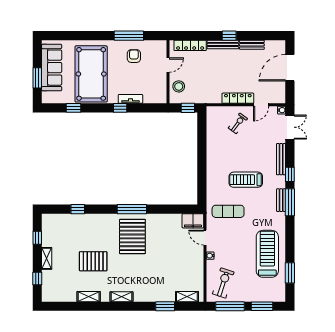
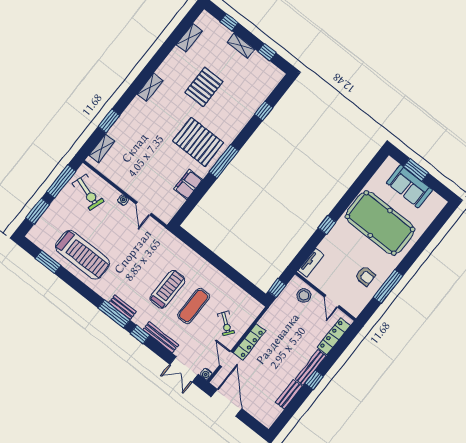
sofa: (52, 68) -> (409, 186), width x0.73
door: (290, 68) -> (226, 403), moved
tv unit: (130, 99) -> (311, 263), moved
window: (73, 108) -> (361, 181), removed
exercise mat: (228, 211) -> (194, 306), moved
filing cabinet: (193, 221) -> (188, 184), moved
door: (205, 238) -> (144, 209), swing flipped
shelving: (89, 297) -> (189, 38), moved

